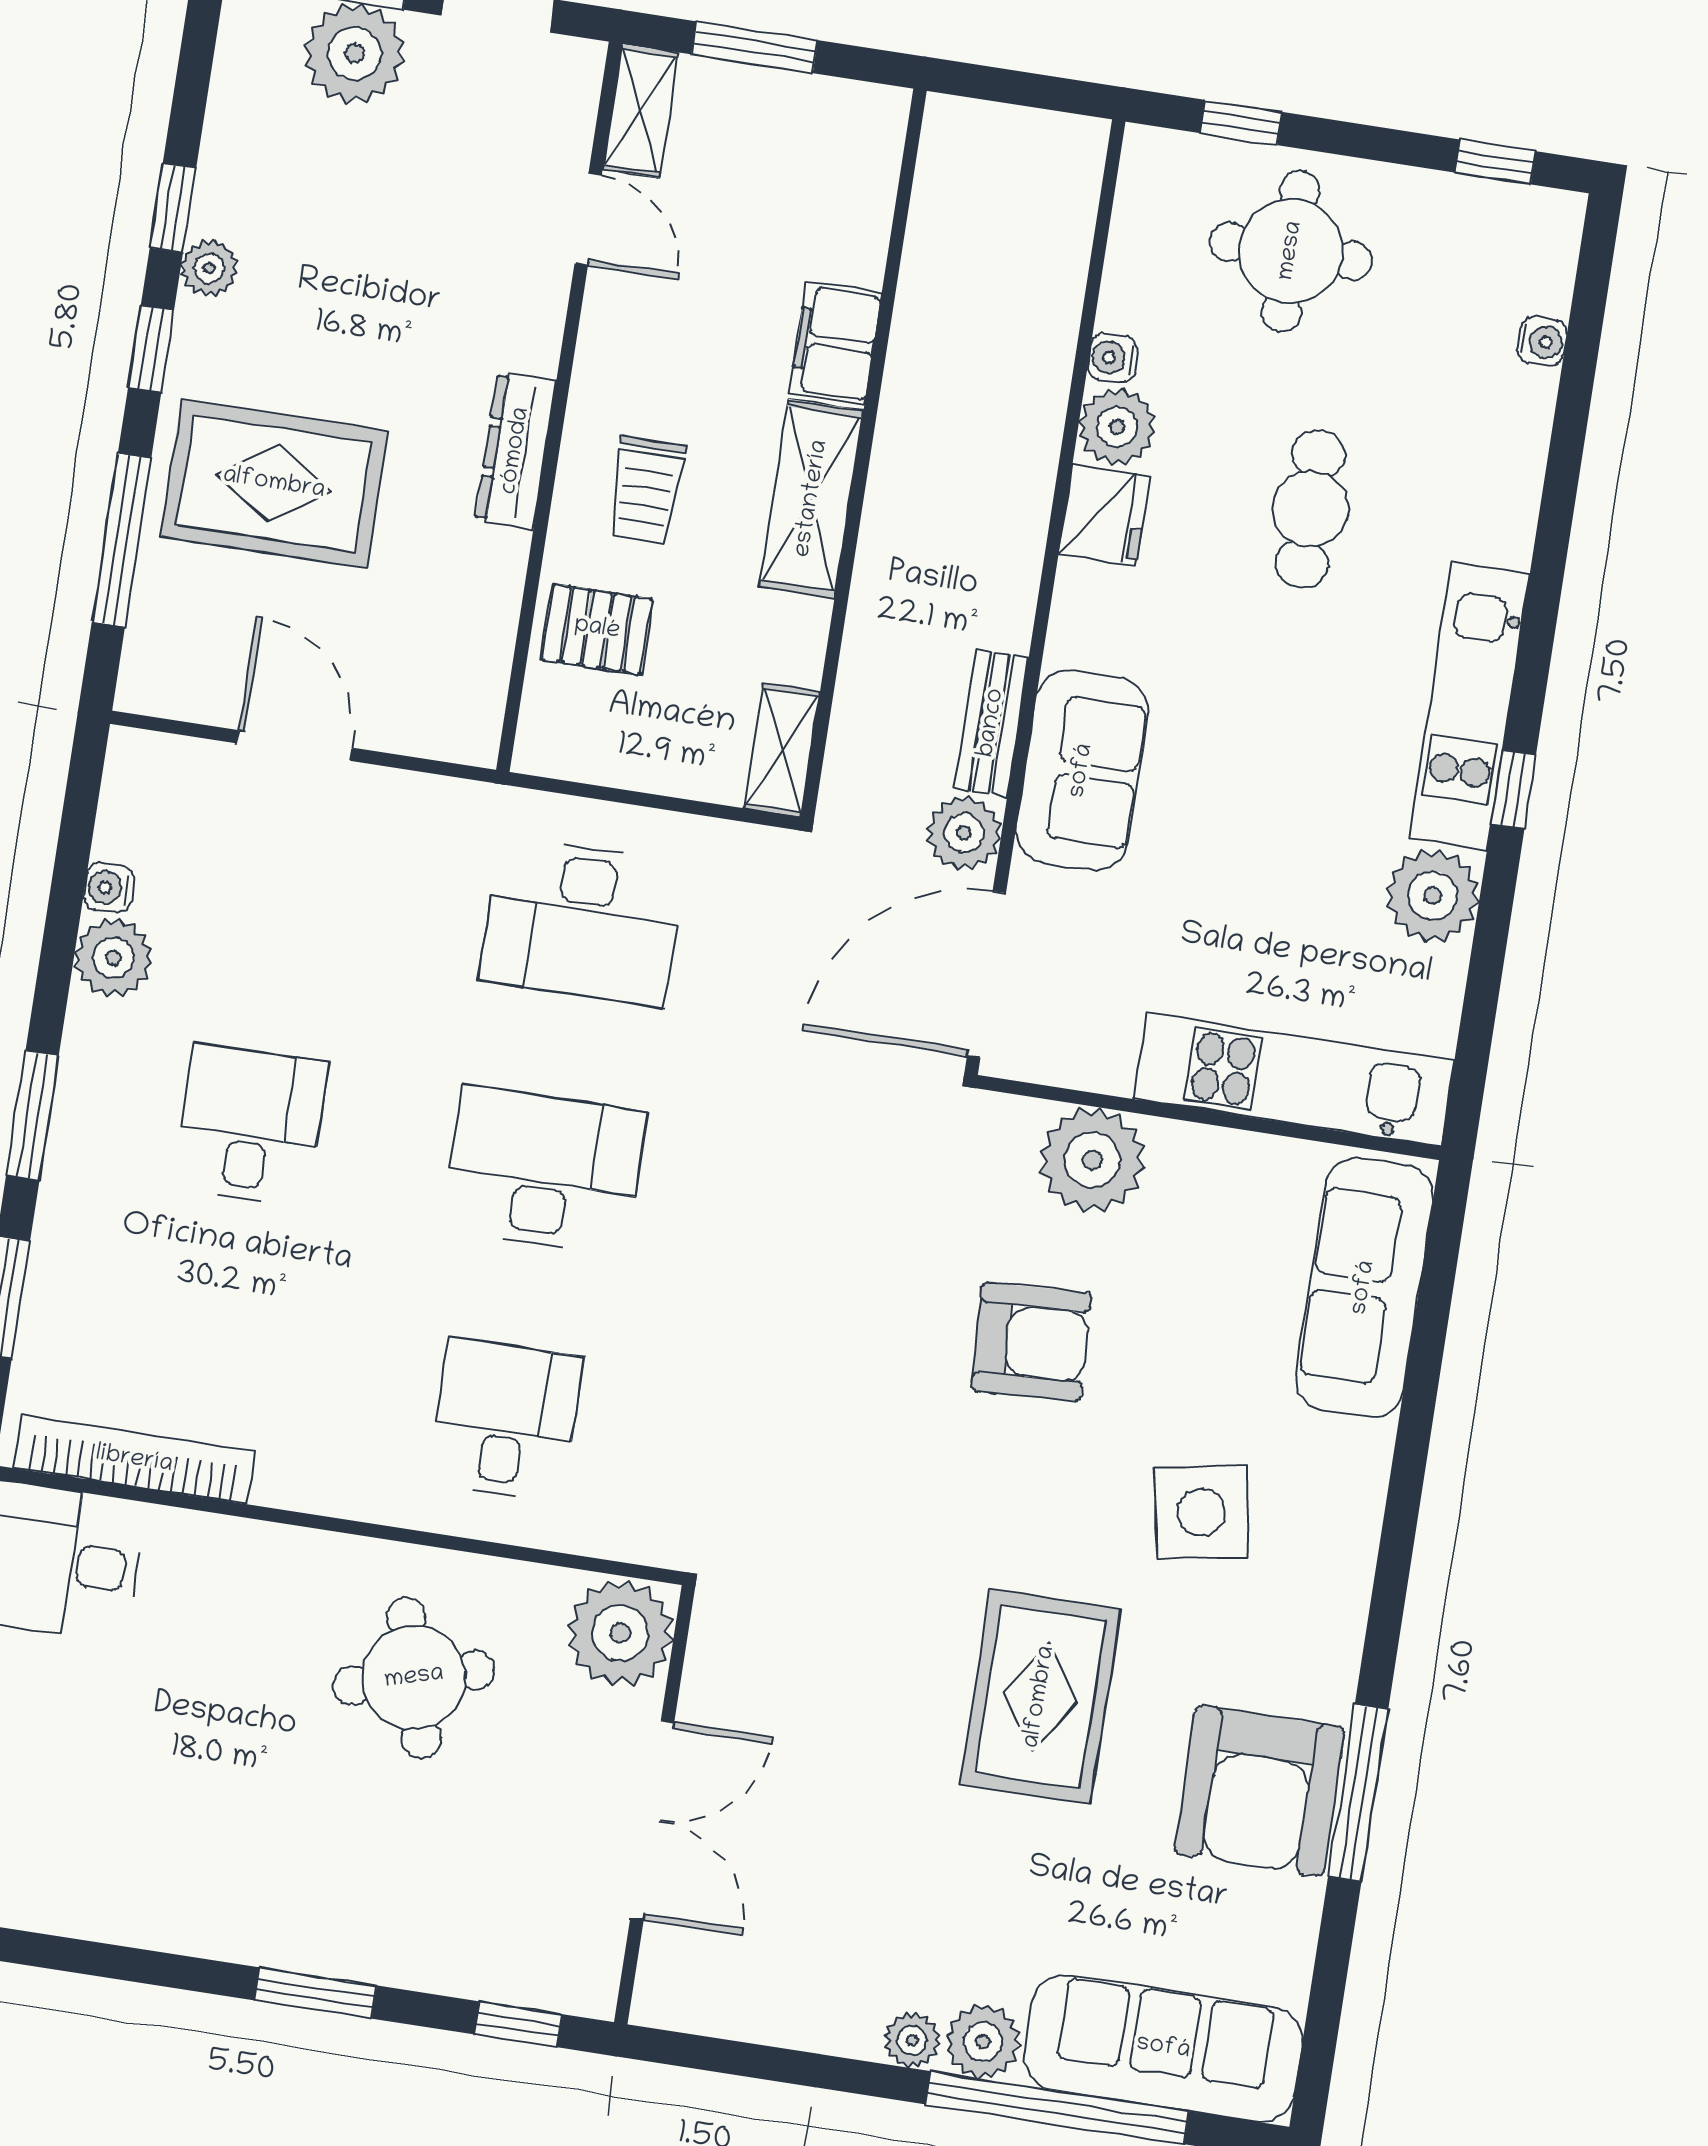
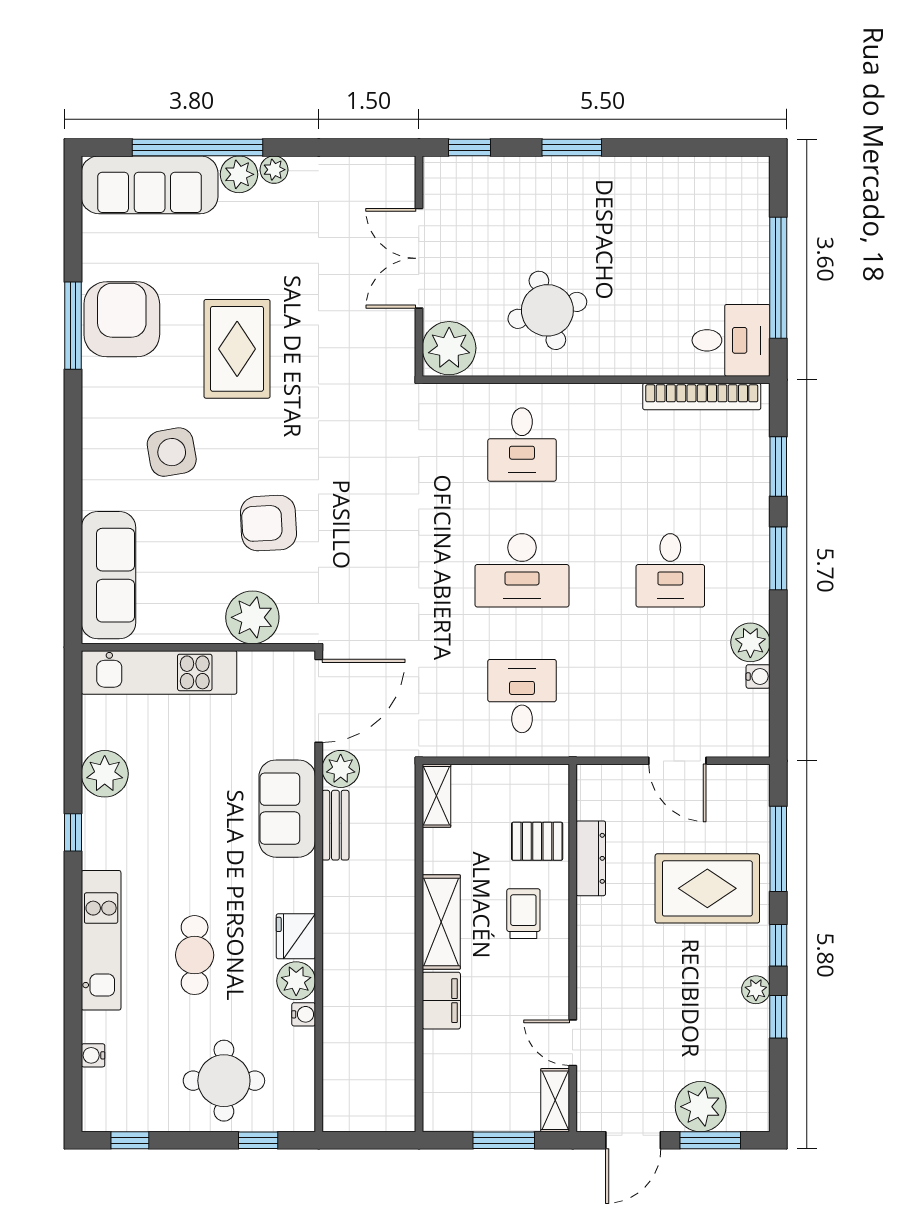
dresser: (516, 451) -> (591, 858), moved
kitchen unit: (1469, 706) -> (101, 940), moved
desk: (582, 922) -> (522, 696), width x0.73

